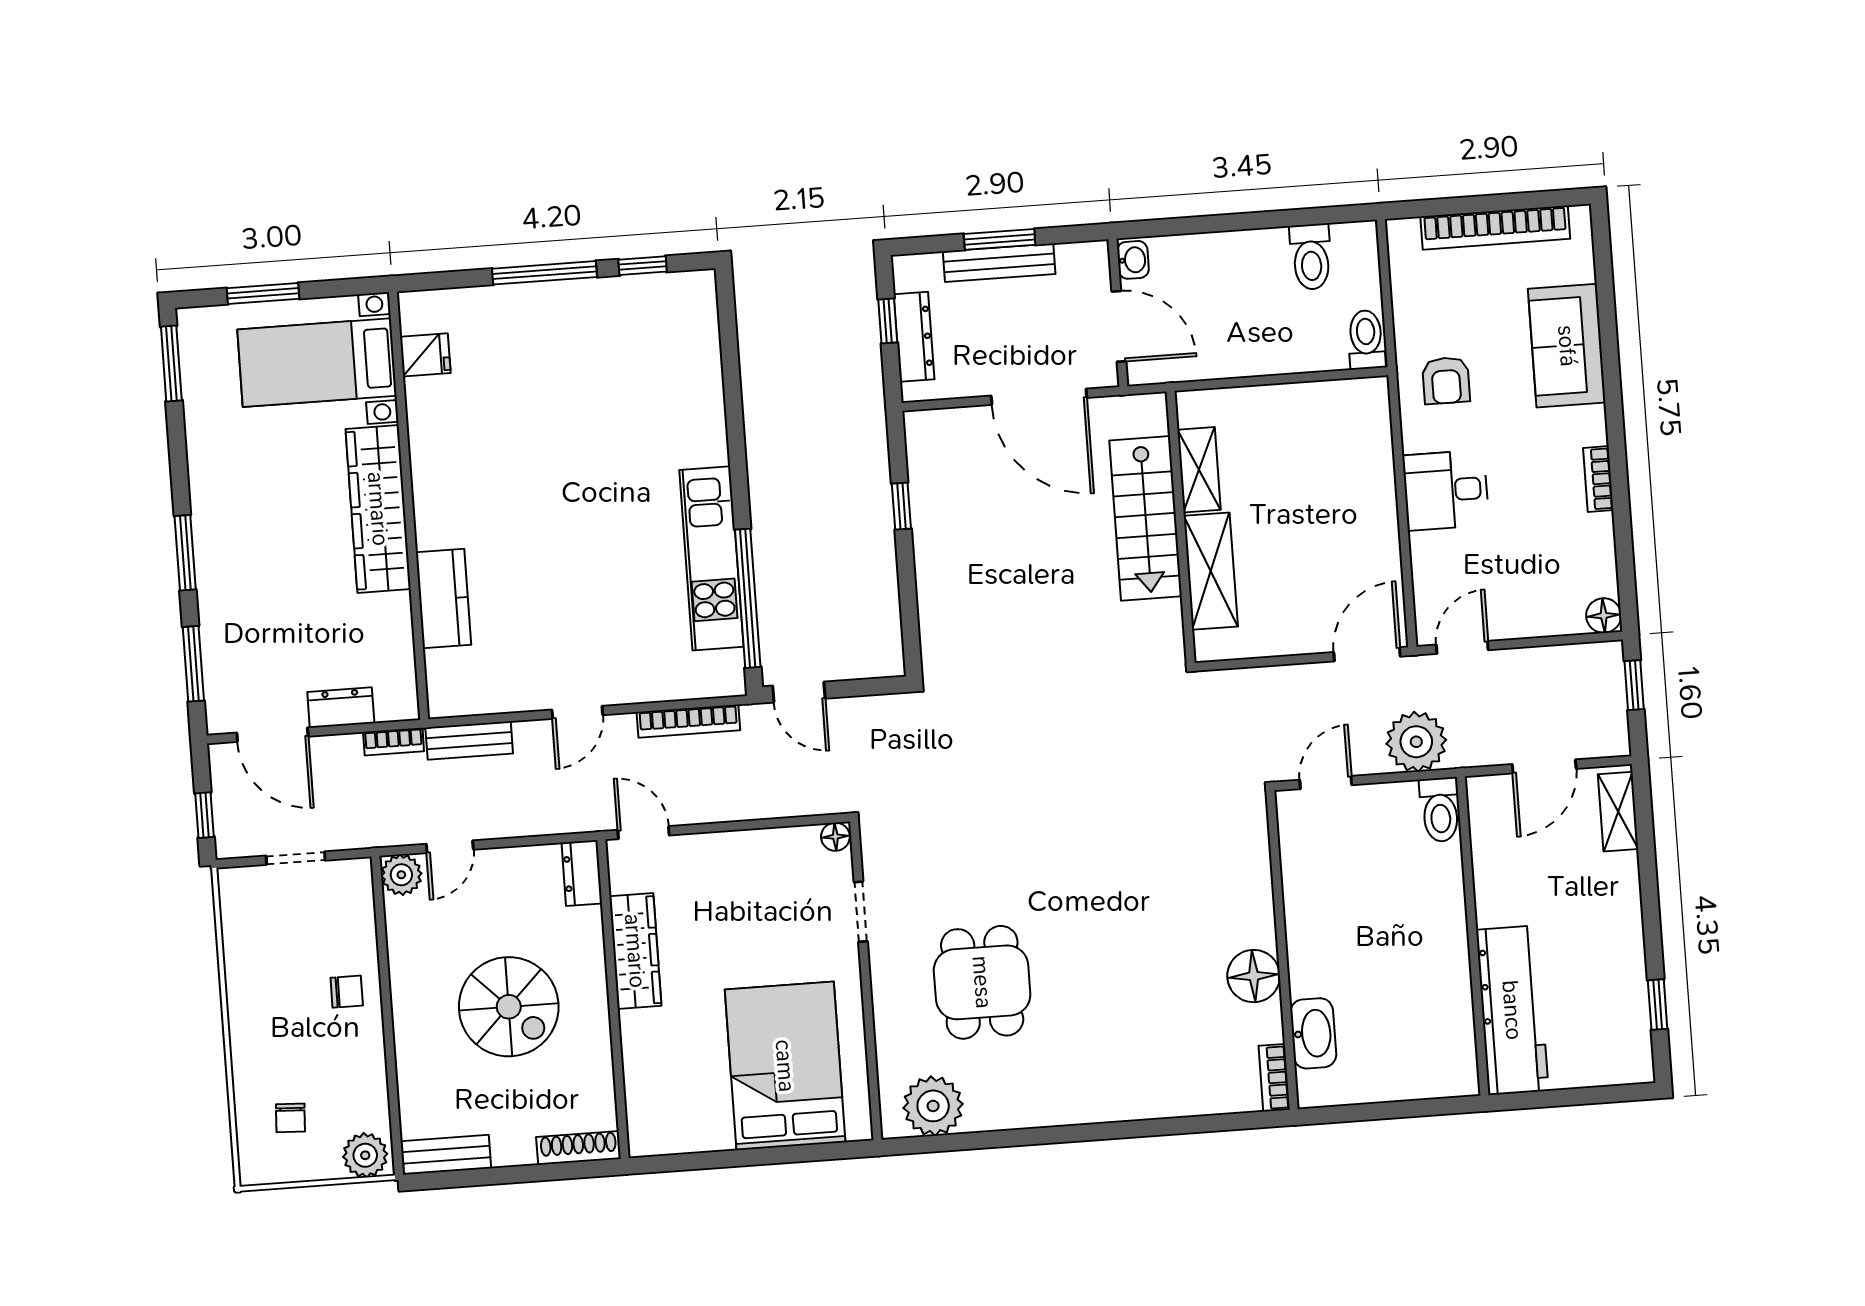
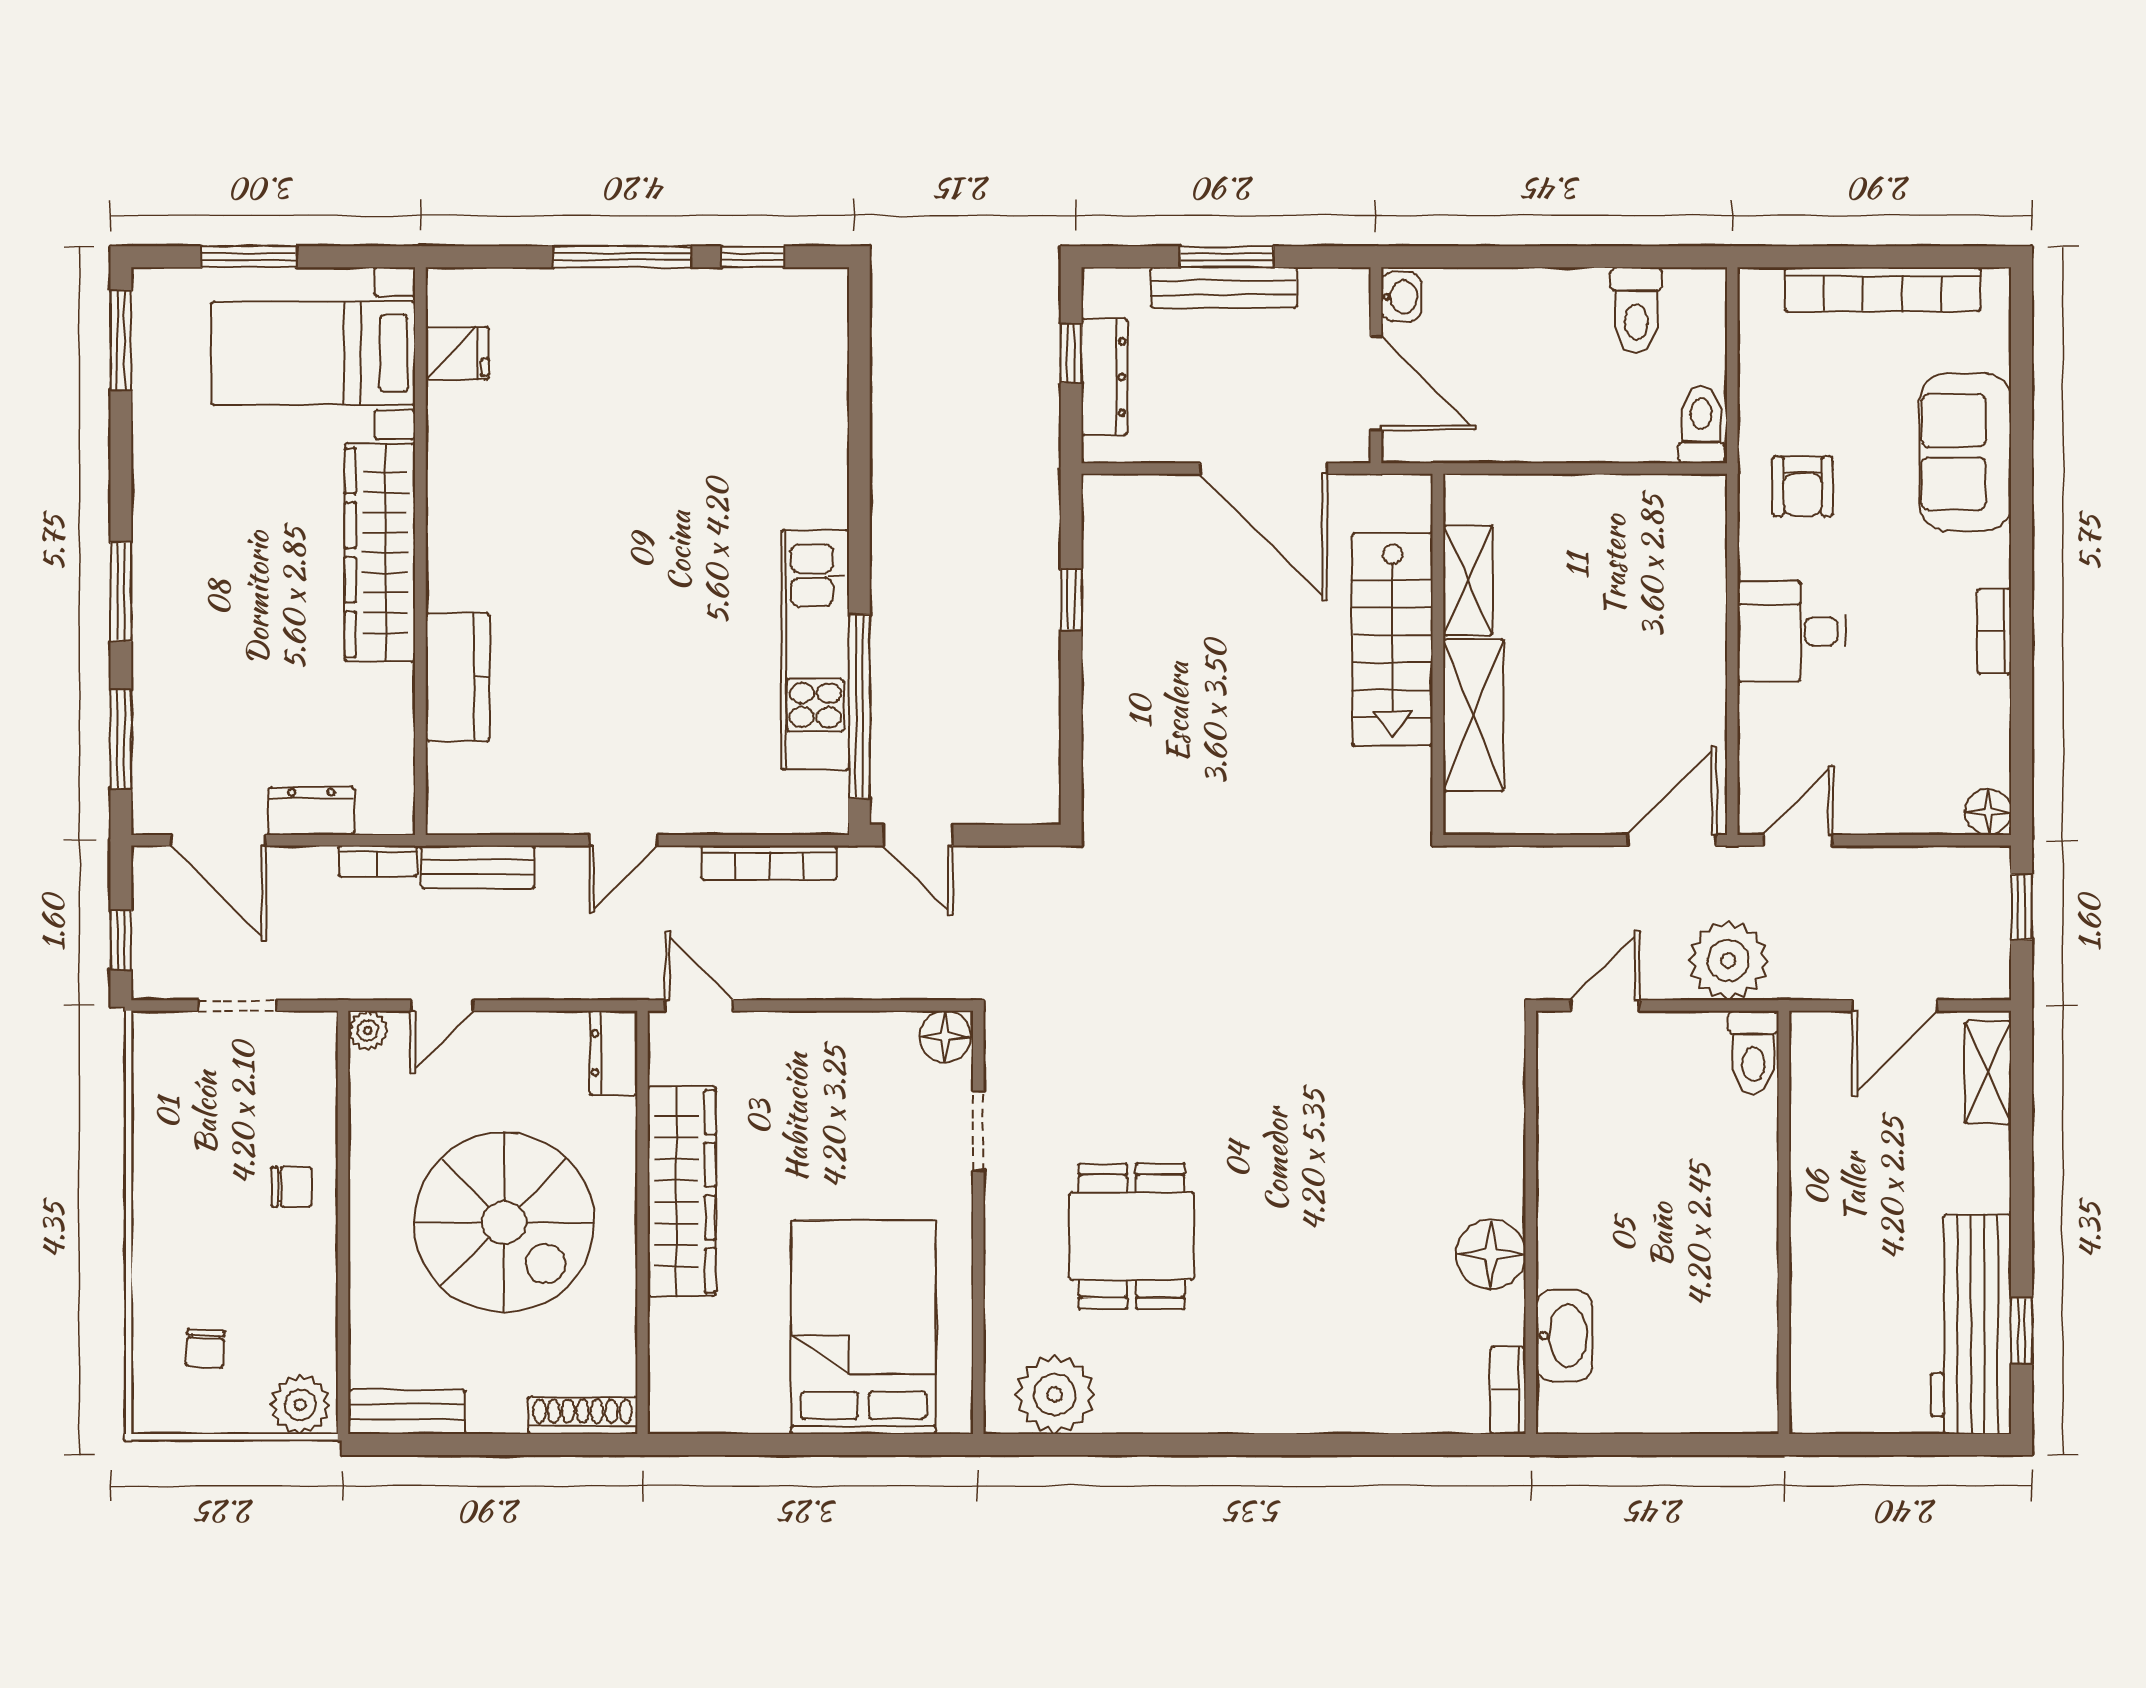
floor lamp: (835, 837) -> (945, 1037), width x1.37, depth x1.37
plant: (401, 875) -> (368, 1030), width x0.73, depth x0.73
wardrobe: (635, 951) -> (682, 1191), width x1.40, depth x1.17
spiral stairs: (509, 1007) -> (504, 1222), width x1.37, depth x1.37
workbench: (1512, 1010) -> (1971, 1324), moved, turned 180

